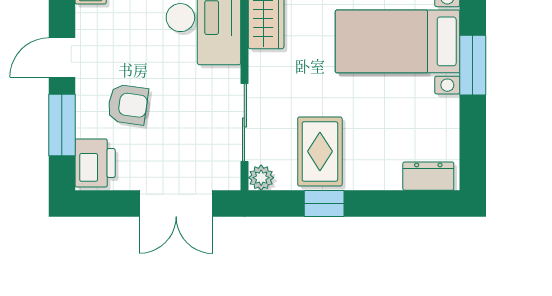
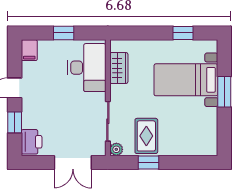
armchair: (128, 105) -> (48, 112), removed
window: (62, 125) -> (15, 122), width x0.67
dresser: (428, 176) -> (202, 149), removed

